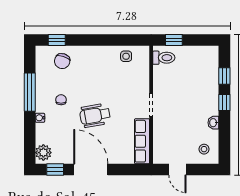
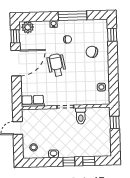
toilet: (164, 58) -> (81, 116), moved
chair: (62, 61) -> (92, 52), moved
row of seats: (142, 141) -> (33, 101), width x0.68

